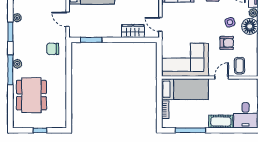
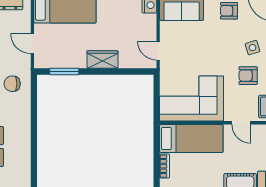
wardrobe: (133, 31) -> (102, 59), moved
armchair: (227, 43) -> (248, 76), turned 180
door: (222, 78) -> (241, 123), swing flipped

